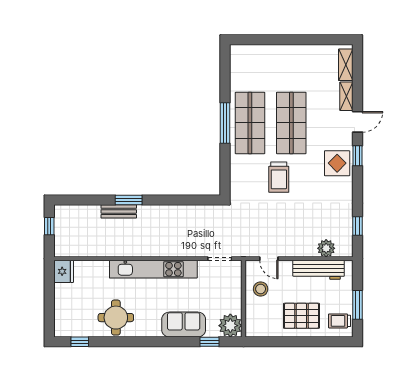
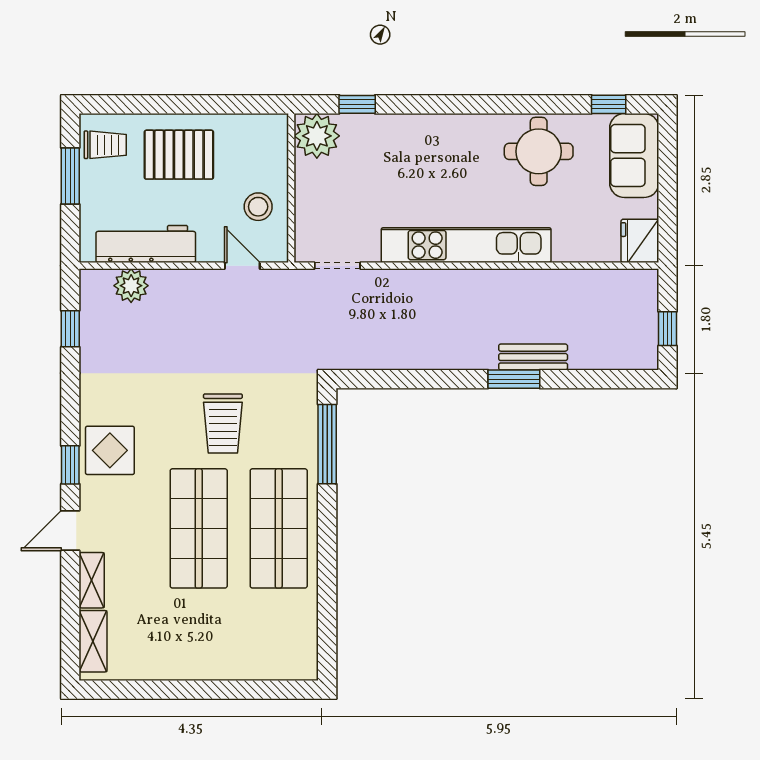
window: (225, 123) -> (327, 444), moved
trolley: (279, 177) -> (223, 423), turned 180
sofa: (184, 325) -> (634, 155), moved, turned 90

